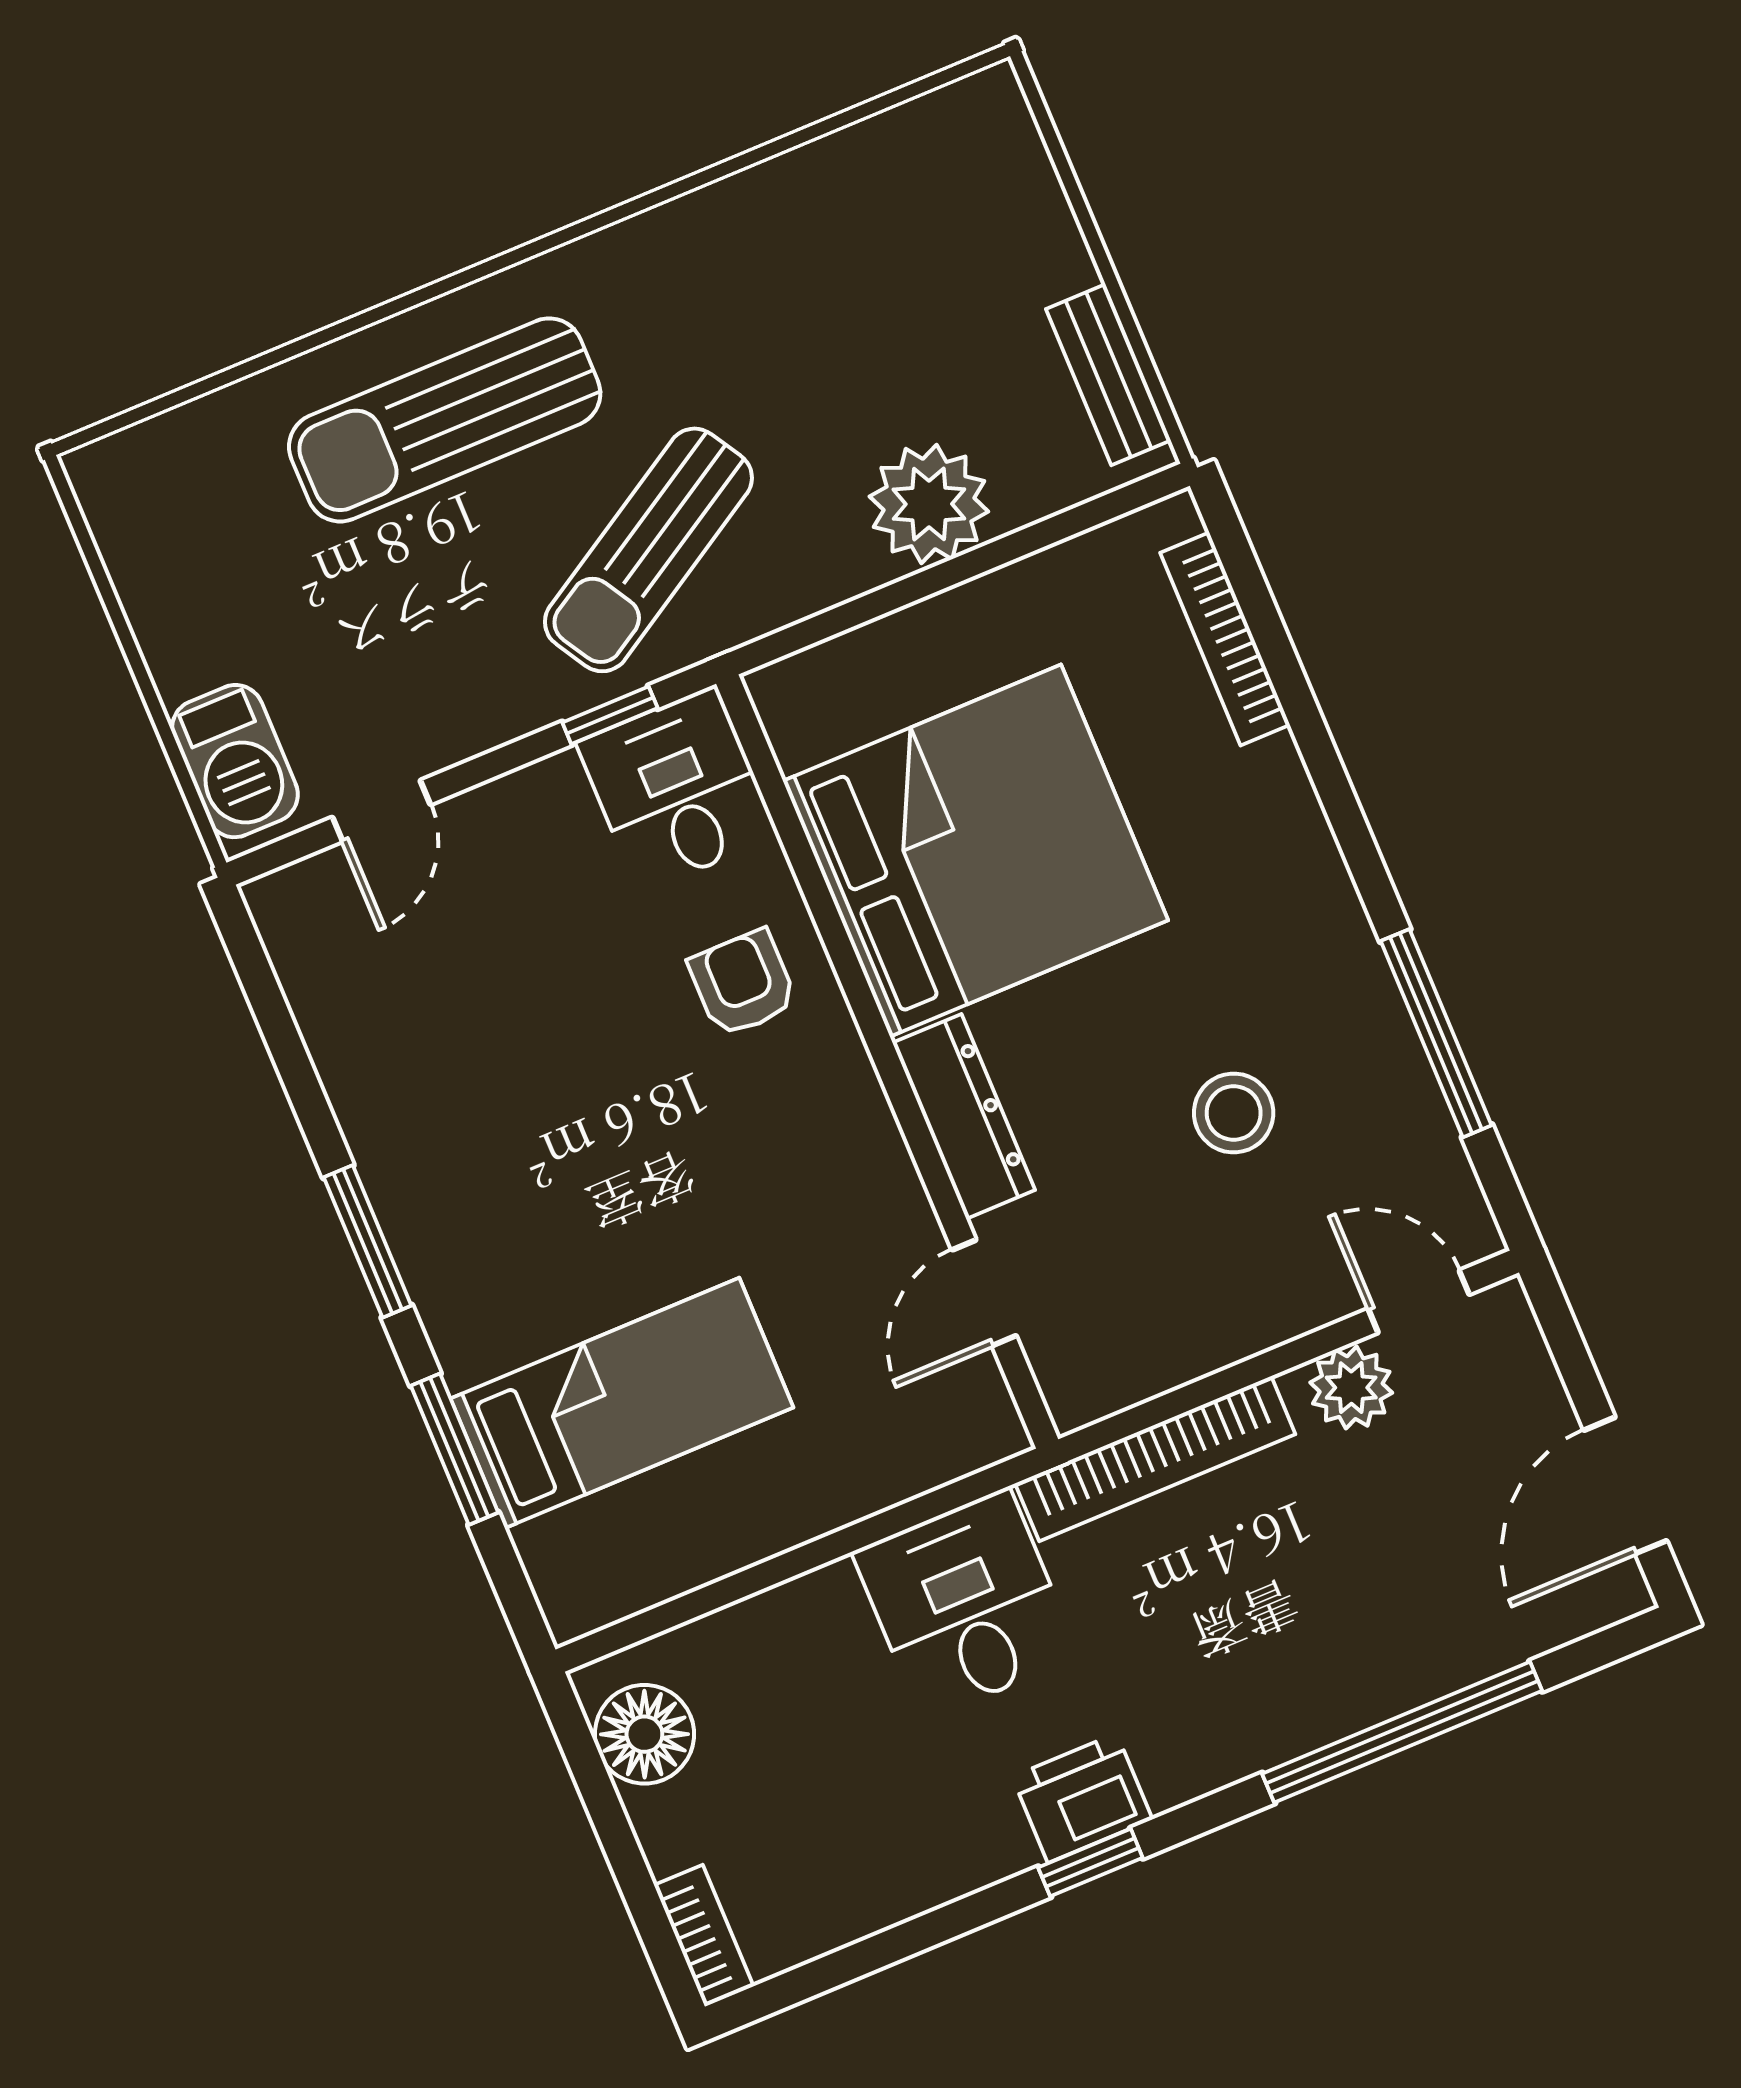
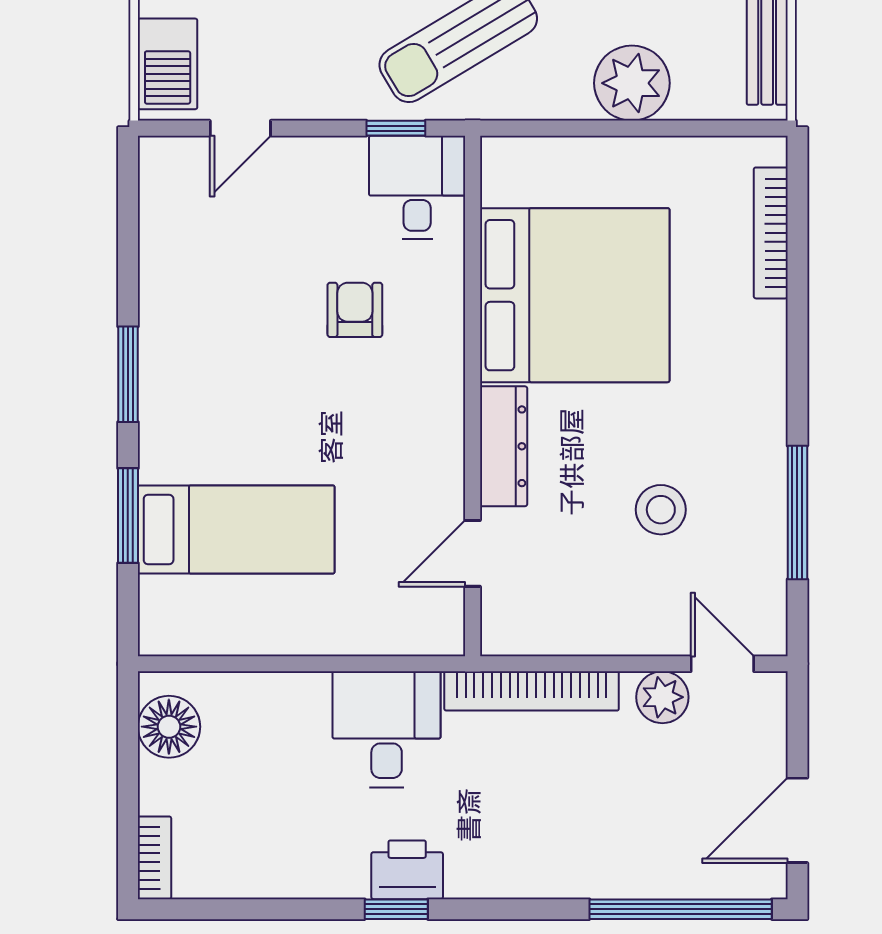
armchair: (743, 983) -> (355, 310), moved
window: (1402, 1732) -> (681, 909), moved

